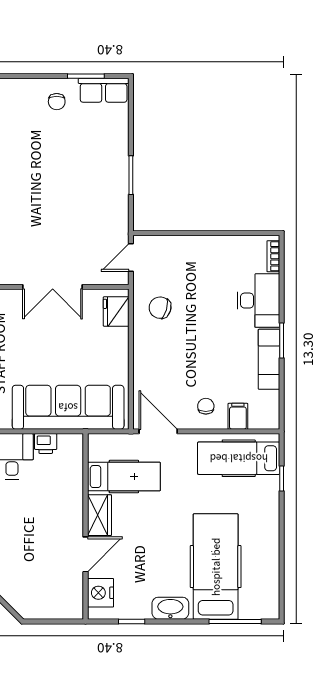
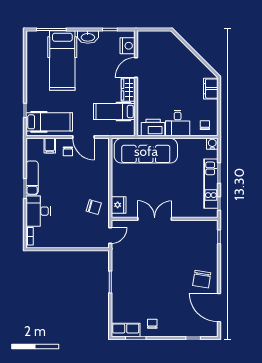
door: (158, 431) -> (84, 137), moved
printer: (46, 444) -> (153, 127), width x1.87, depth x1.48

